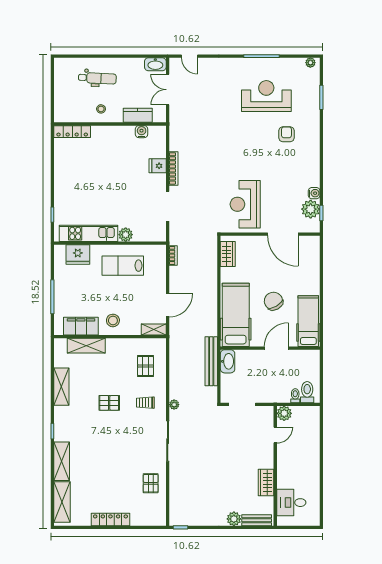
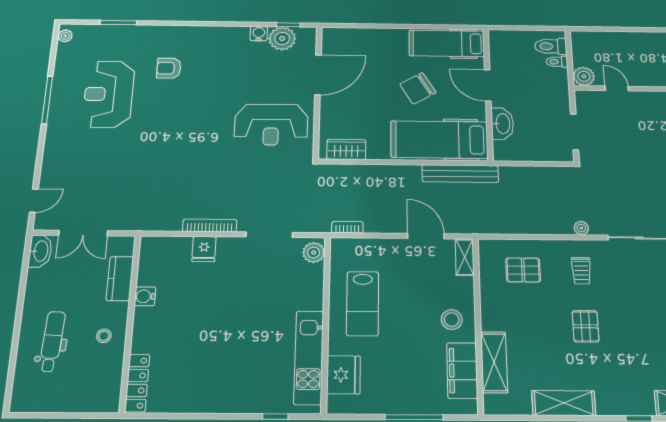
water cooler: (142, 132) -> (145, 296), moved
plant: (126, 235) -> (314, 252), moved
bench: (211, 361) -> (460, 174), moved
washbasin: (228, 361) -> (502, 124), moved, turned 90

